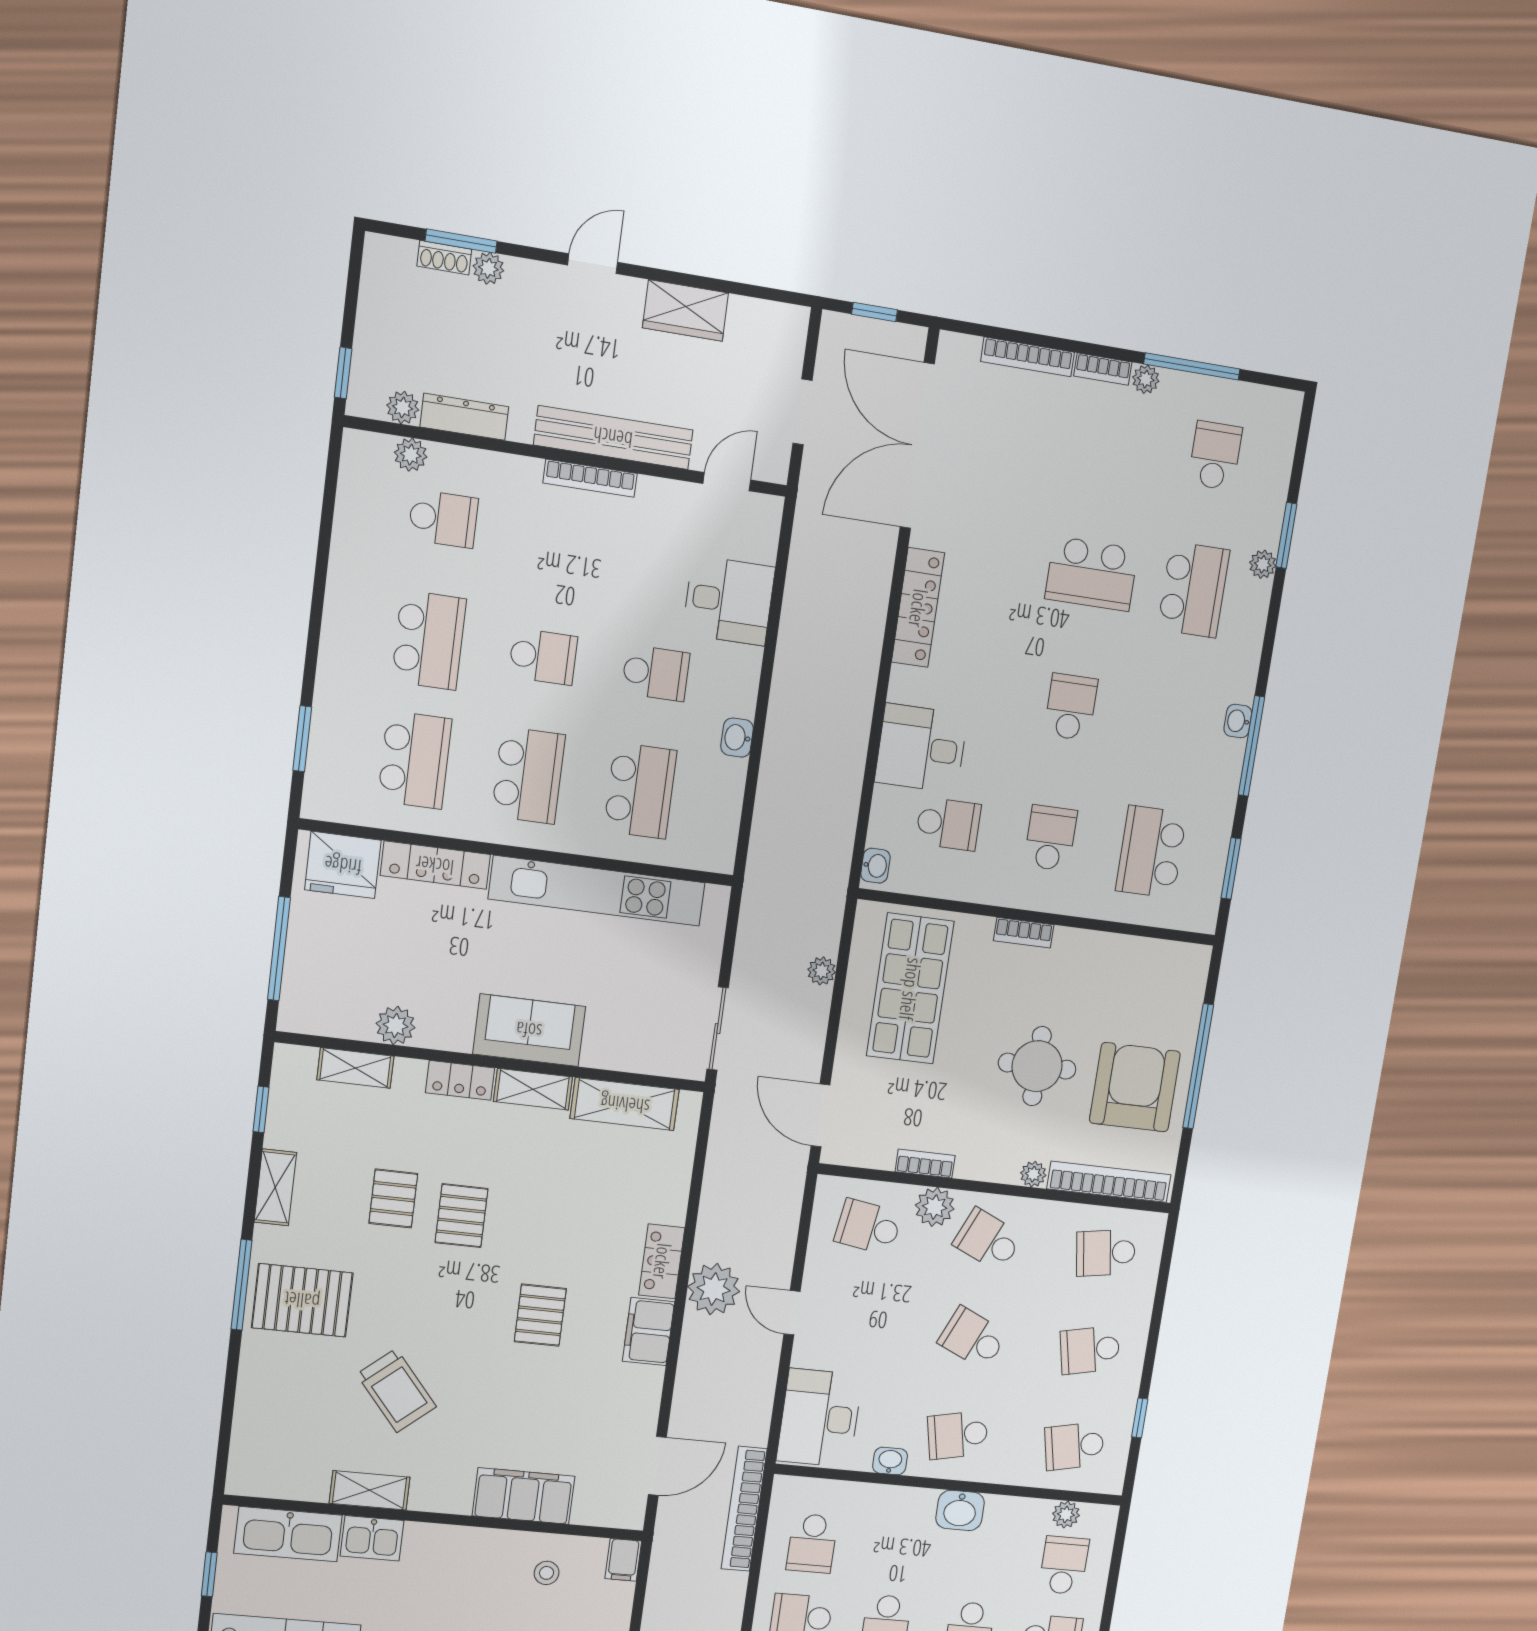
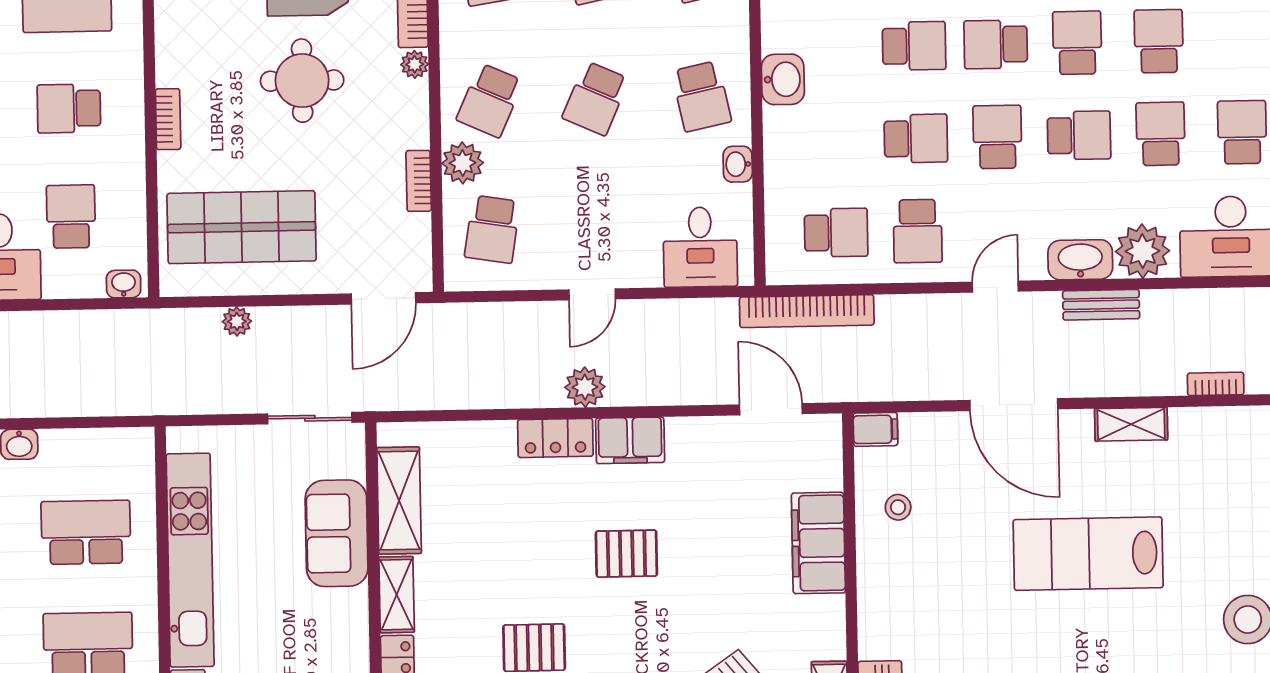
sofa: (529, 1030) -> (337, 533), moved
plant: (714, 1289) -> (585, 387), width x0.73, depth x0.73
desk: (820, 1418) -> (700, 247), width x0.73

